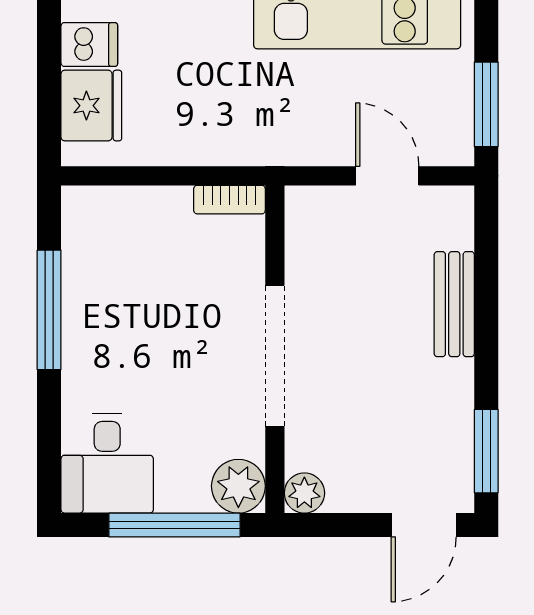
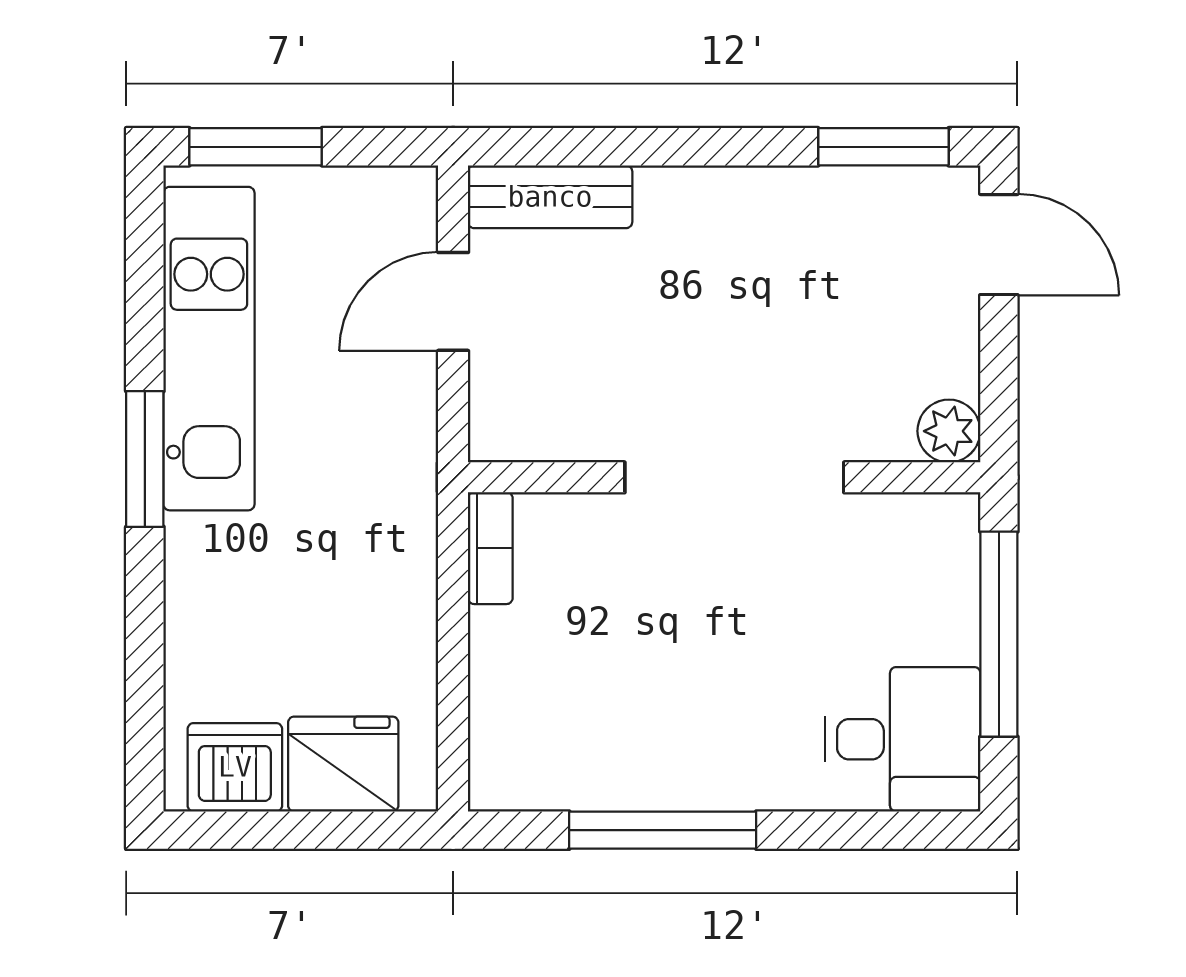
dishwasher: (89, 44) -> (235, 767), width x1.38
window: (486, 104) -> (256, 147), moved
bench: (454, 304) -> (550, 197), moved
plant: (238, 486) -> (938, 534), removed

